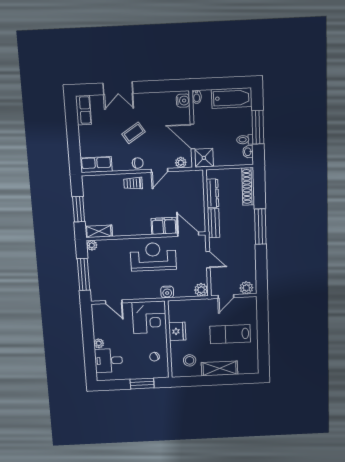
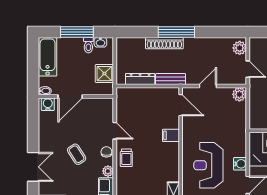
door: (192, 137) -> (70, 97), moved
shower: (204, 158) -> (104, 74), moved
plant: (181, 163) -> (108, 171), moved
shoe rack: (248, 186) -> (164, 43), moved
filing cabinet: (164, 226) -> (171, 135), width x0.50
door: (188, 234) -> (181, 105), swing flipped
reception desk: (153, 257) -> (208, 165), moved
water cooler: (167, 292) -> (240, 164), moved

